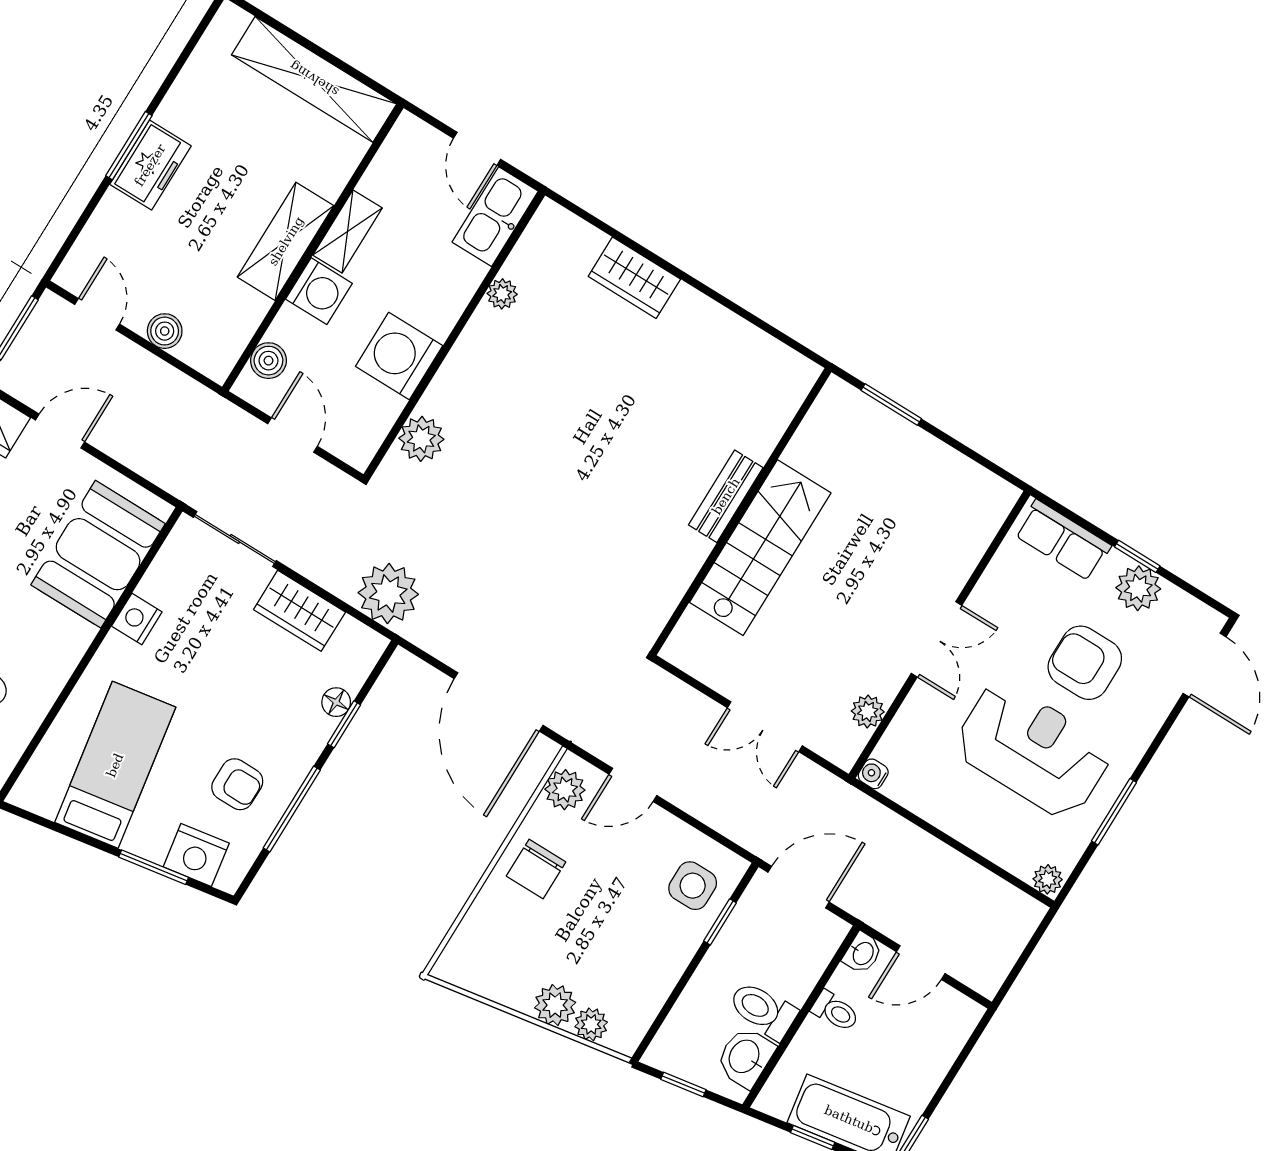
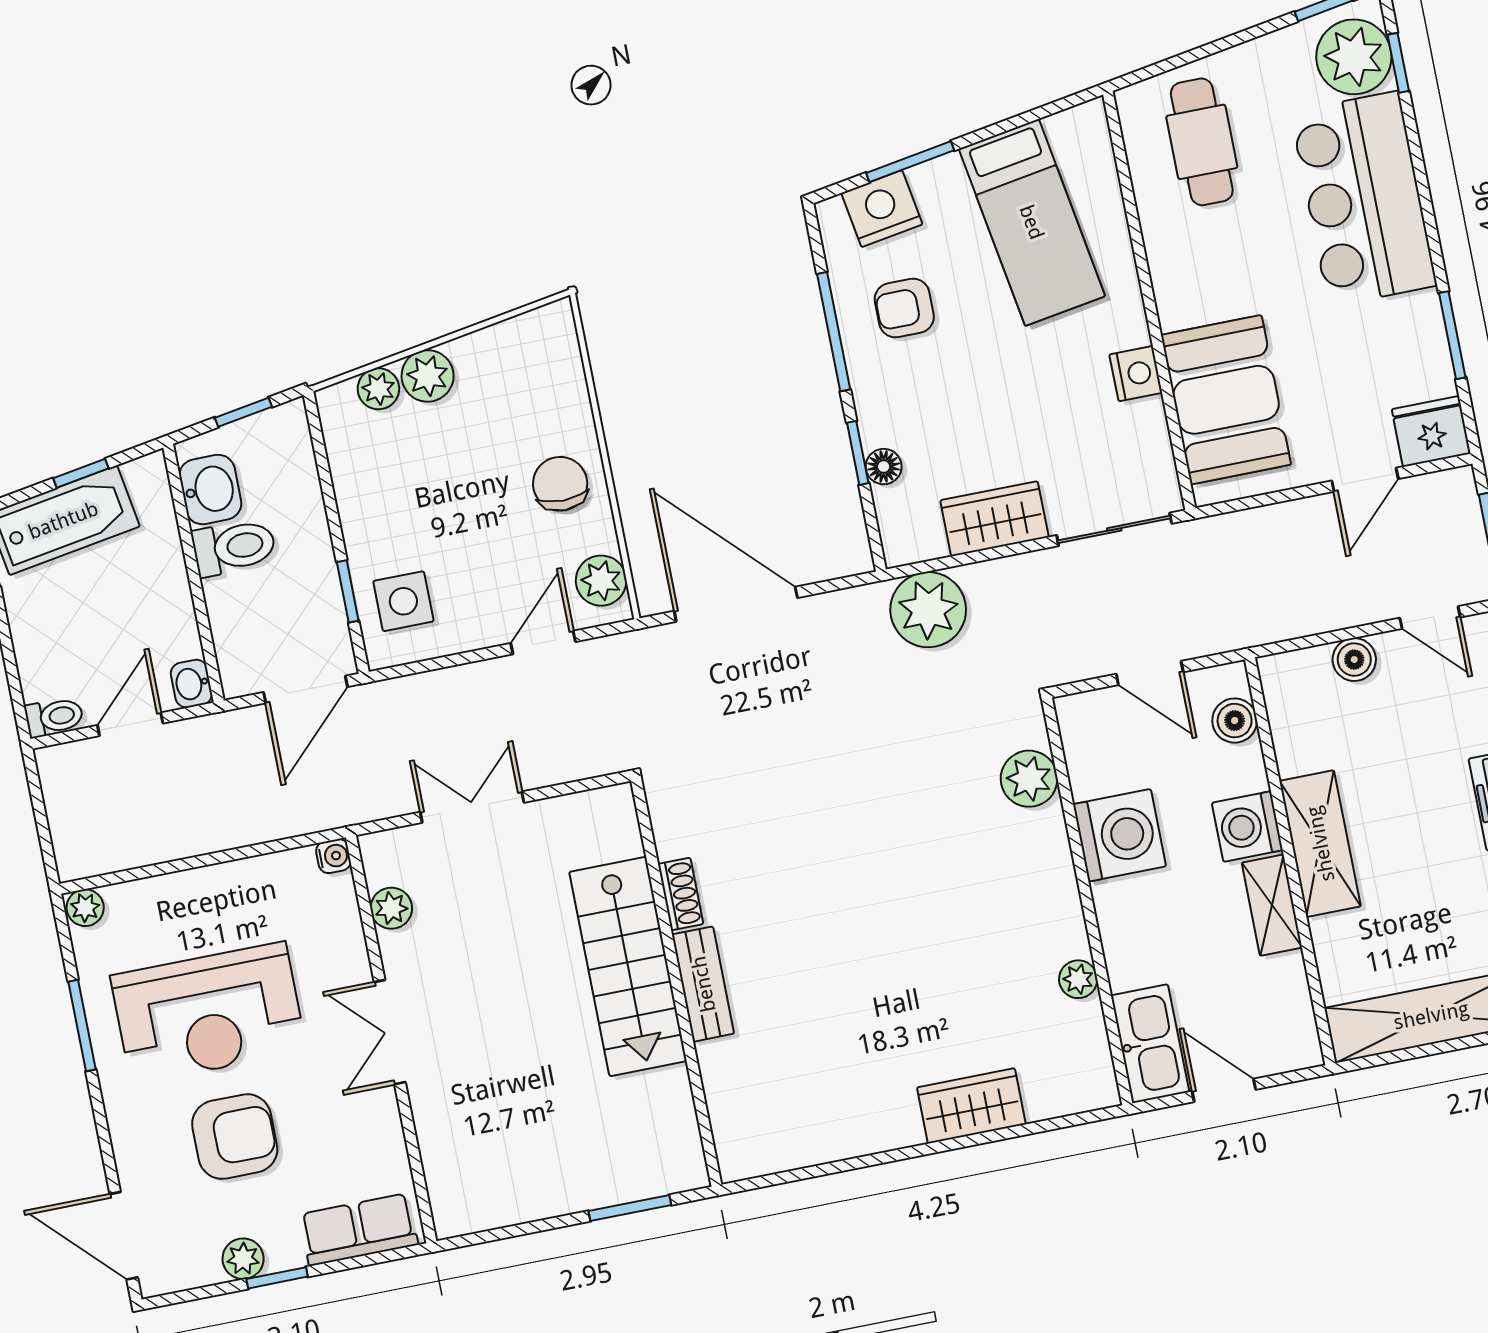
shoe rack: (690, 562) -> (681, 894), added
plant: (1138, 588) -> (243, 1259), width x0.73, depth x0.73
toilet: (835, 1011) -> (54, 717), moved, turned 180

